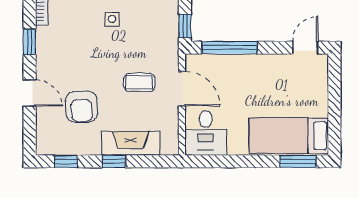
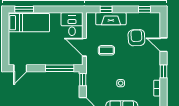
window: (114, 161) -> (106, 9), moved

